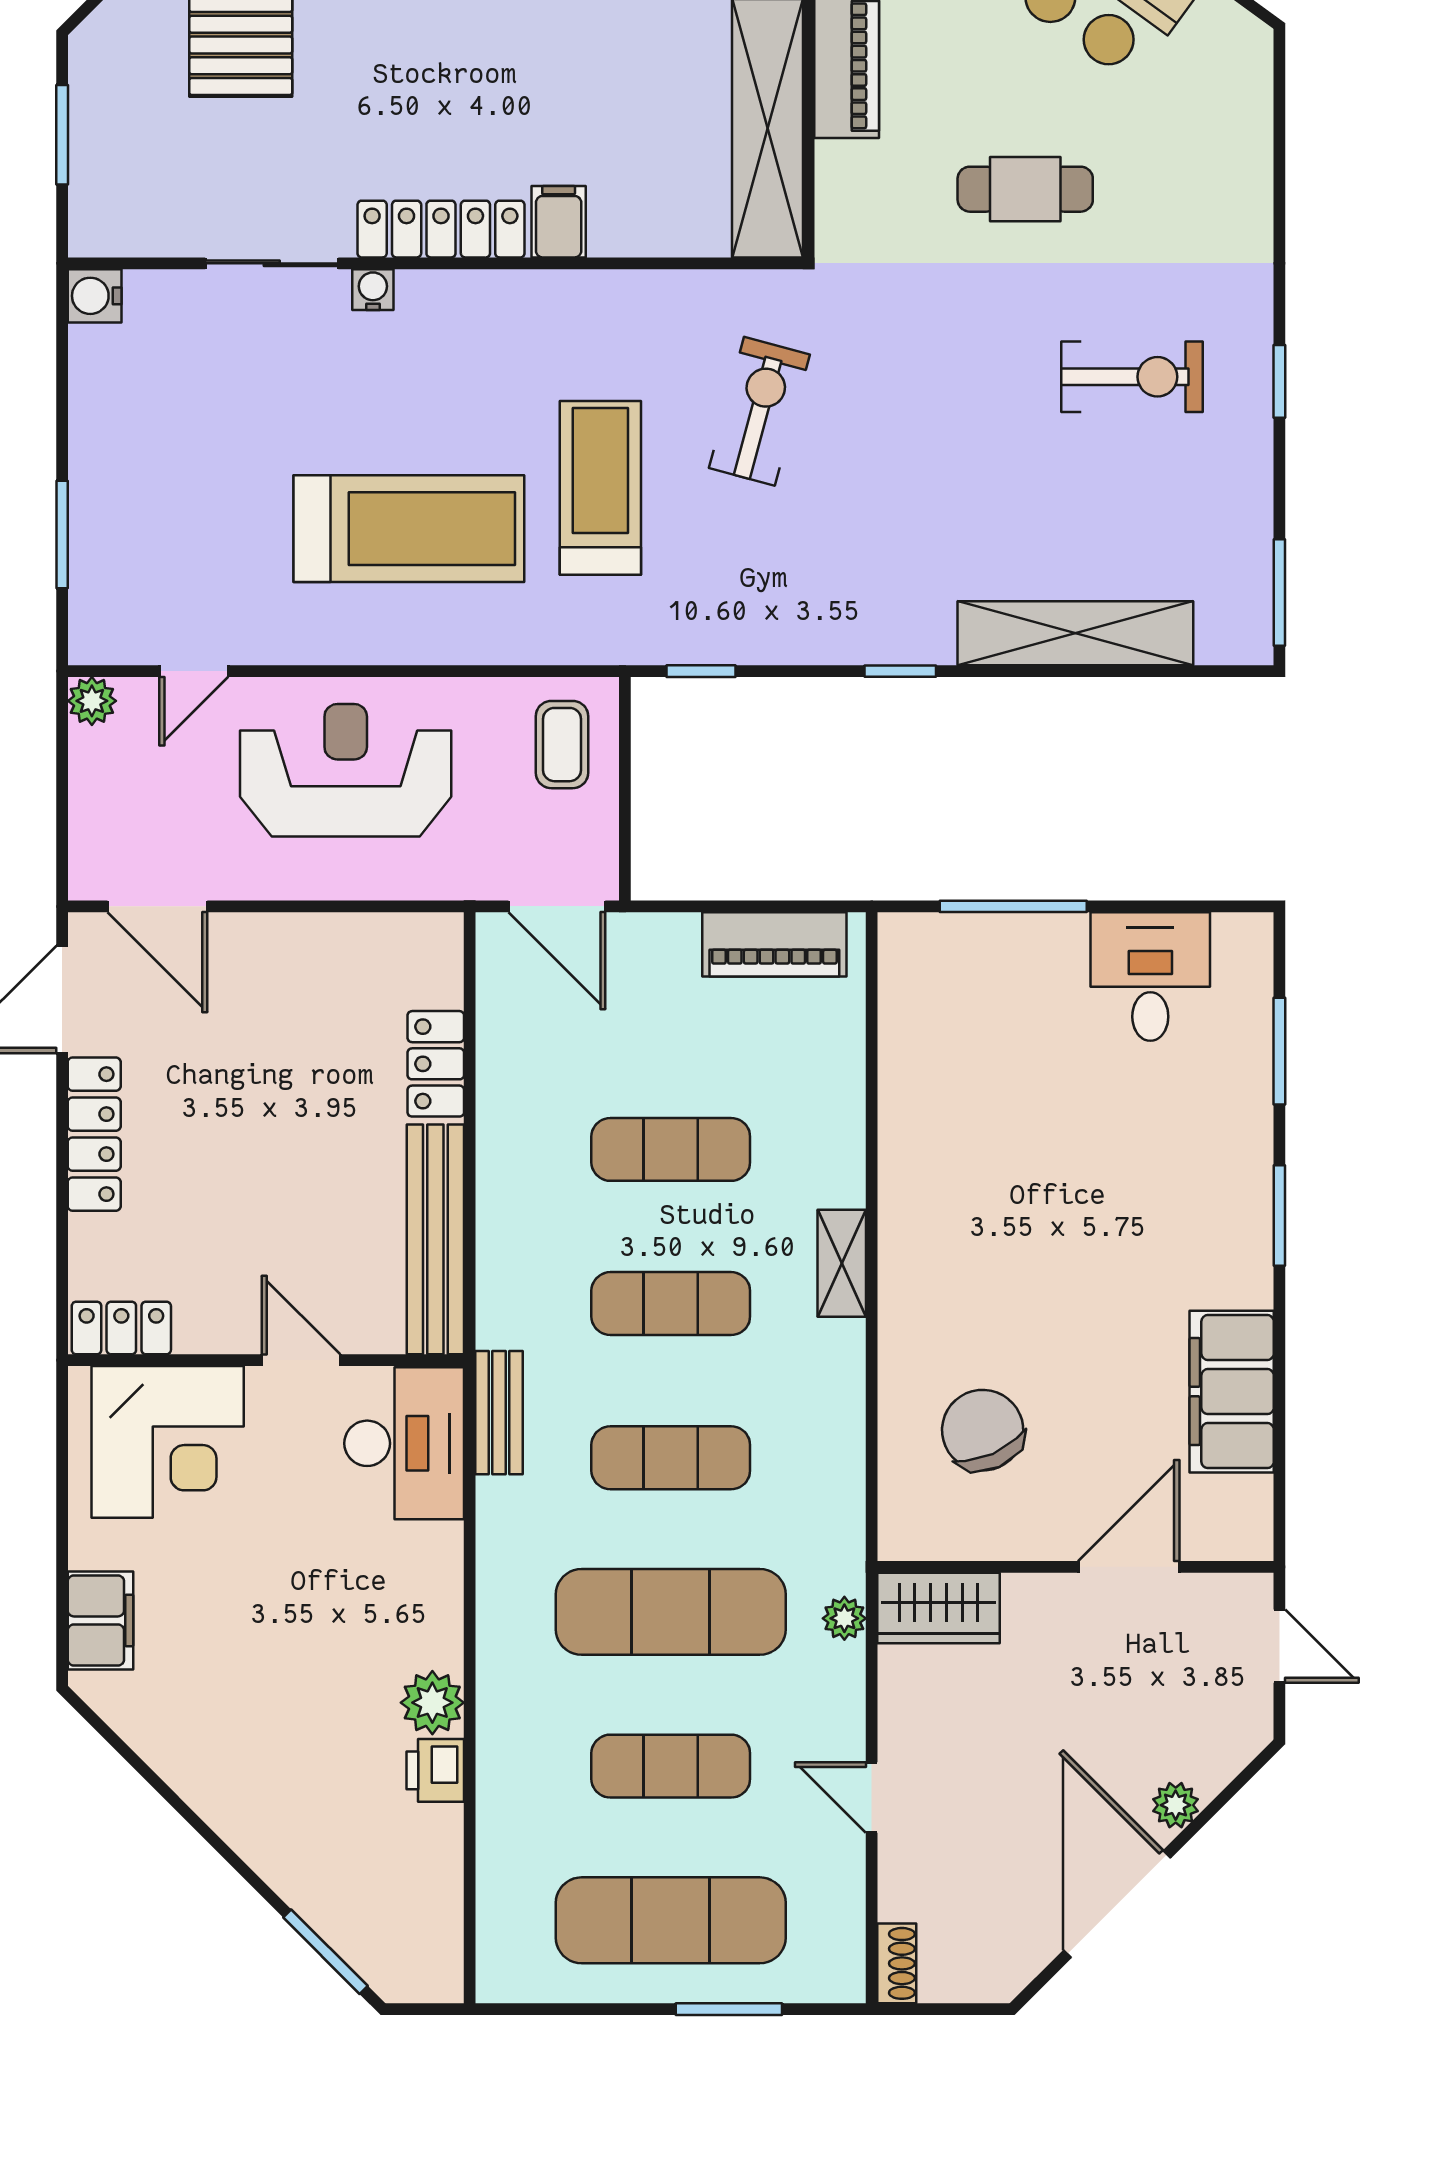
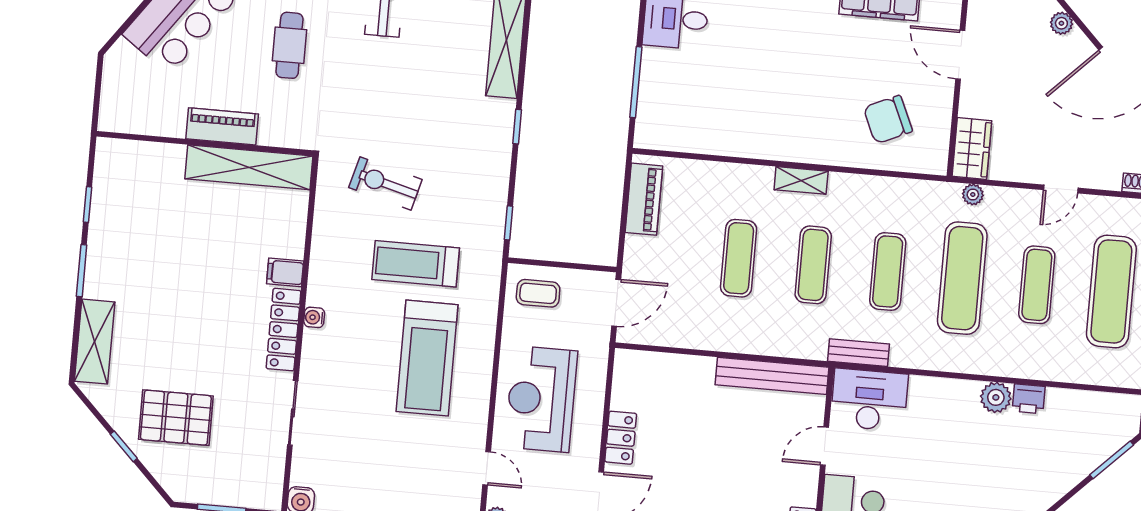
water cooler: (373, 290) -> (314, 317), moved
treadmill: (409, 529) -> (427, 358), turned 180
locker: (436, 1064) -> (621, 438), moved, turned -90
plant: (1176, 1805) -> (1061, 23), moved

